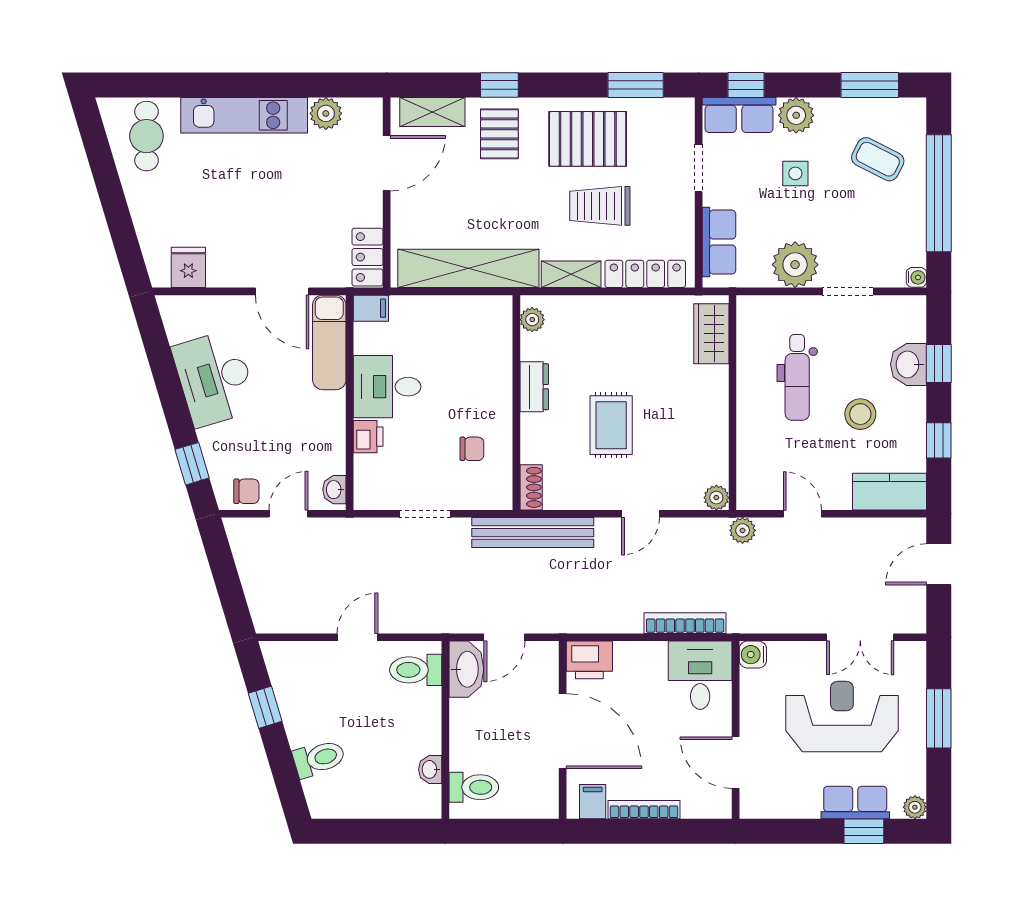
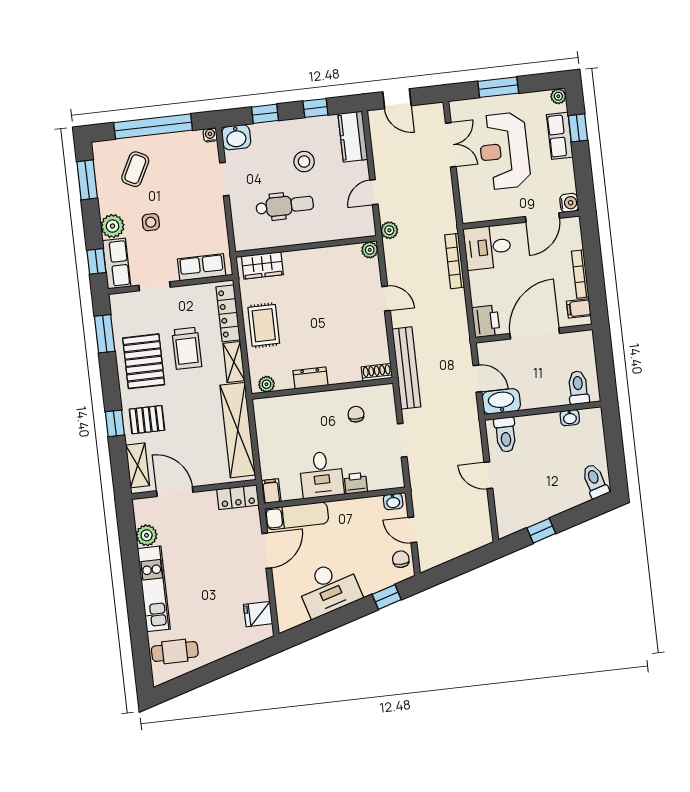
plant: (795, 265) -> (211, 216), removed
washbasin: (909, 364) -> (236, 137), moved
rug: (611, 425) -> (264, 325), moved, turned 90
water cooler: (753, 655) -> (569, 203), moved, turned -90
toilet: (319, 758) -> (595, 481), moved

